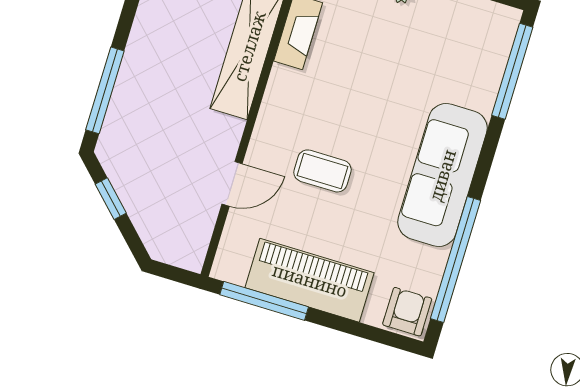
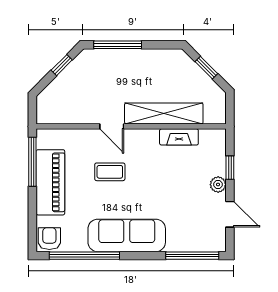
coffee table: (322, 171) -> (110, 172), turned 90
door: (232, 184) -> (112, 126), moved
armchair: (407, 312) -> (49, 239), turned -90

